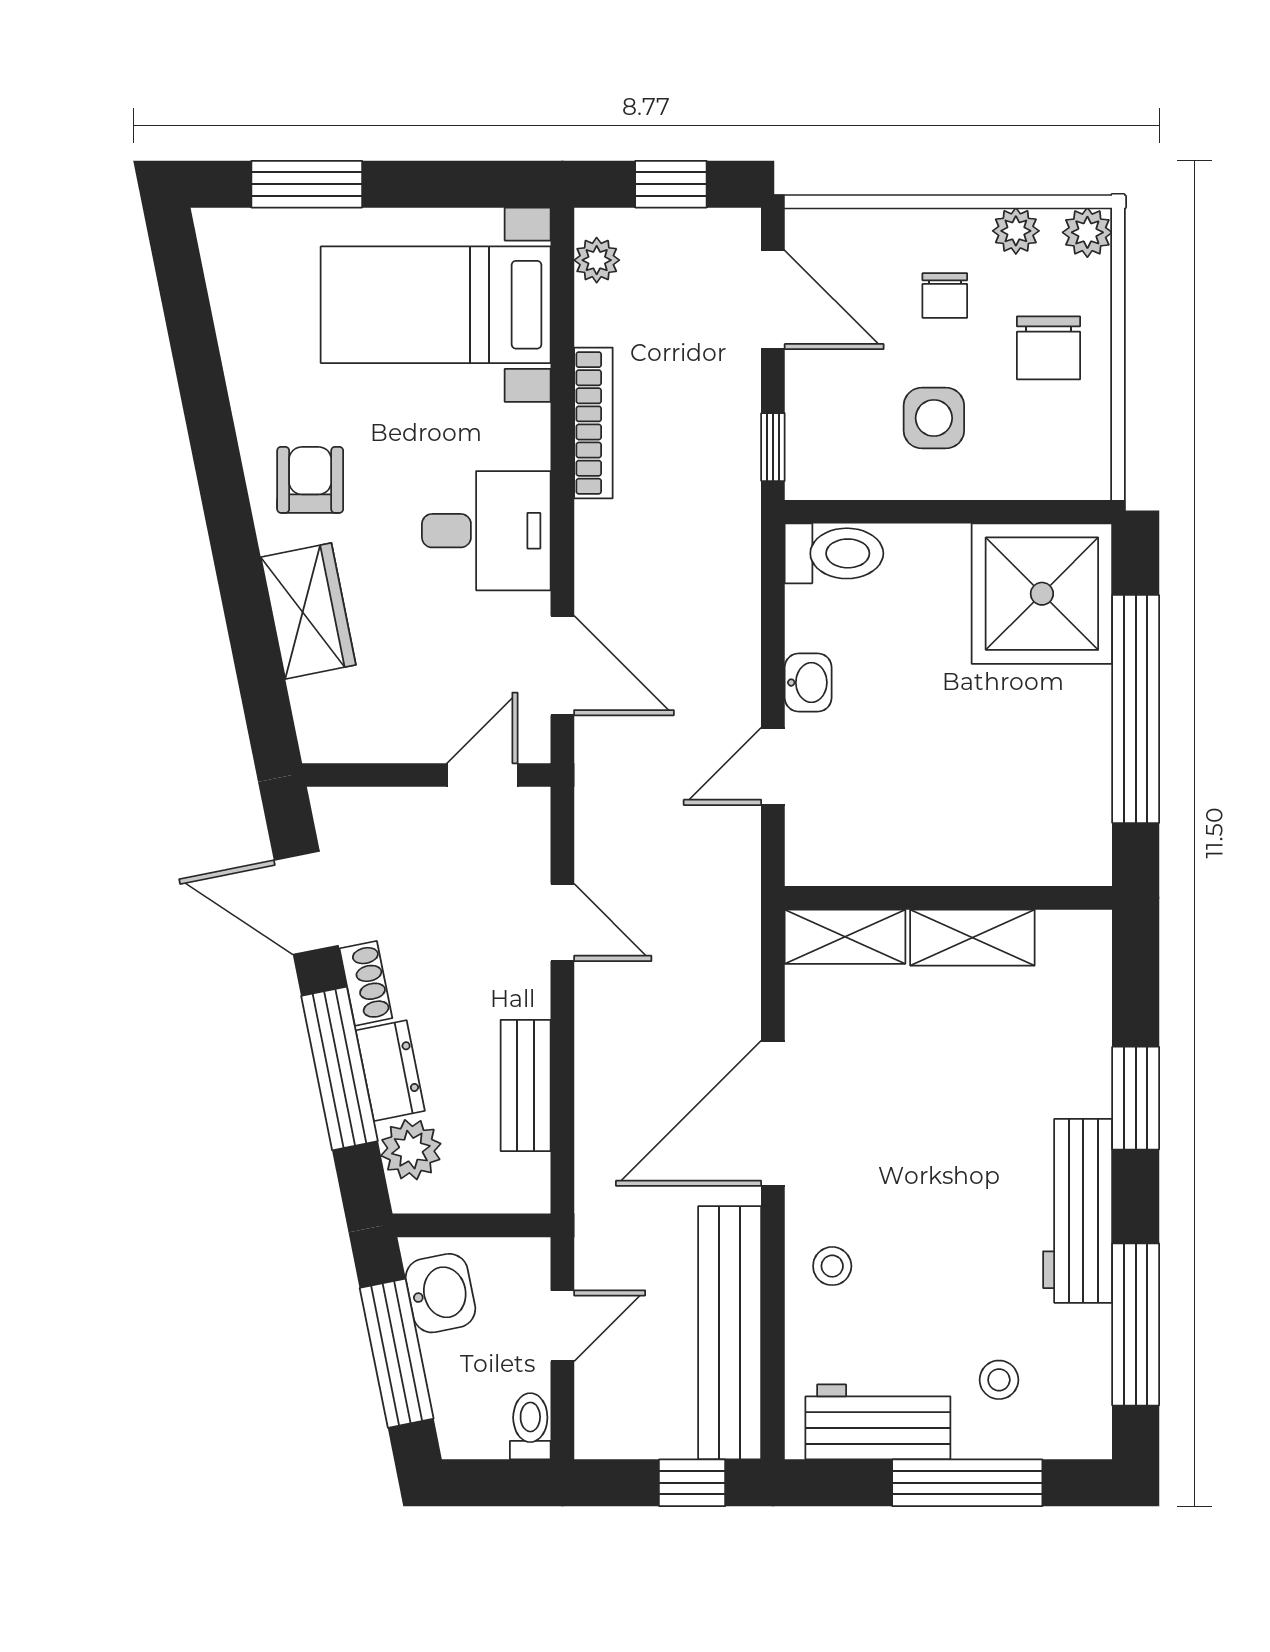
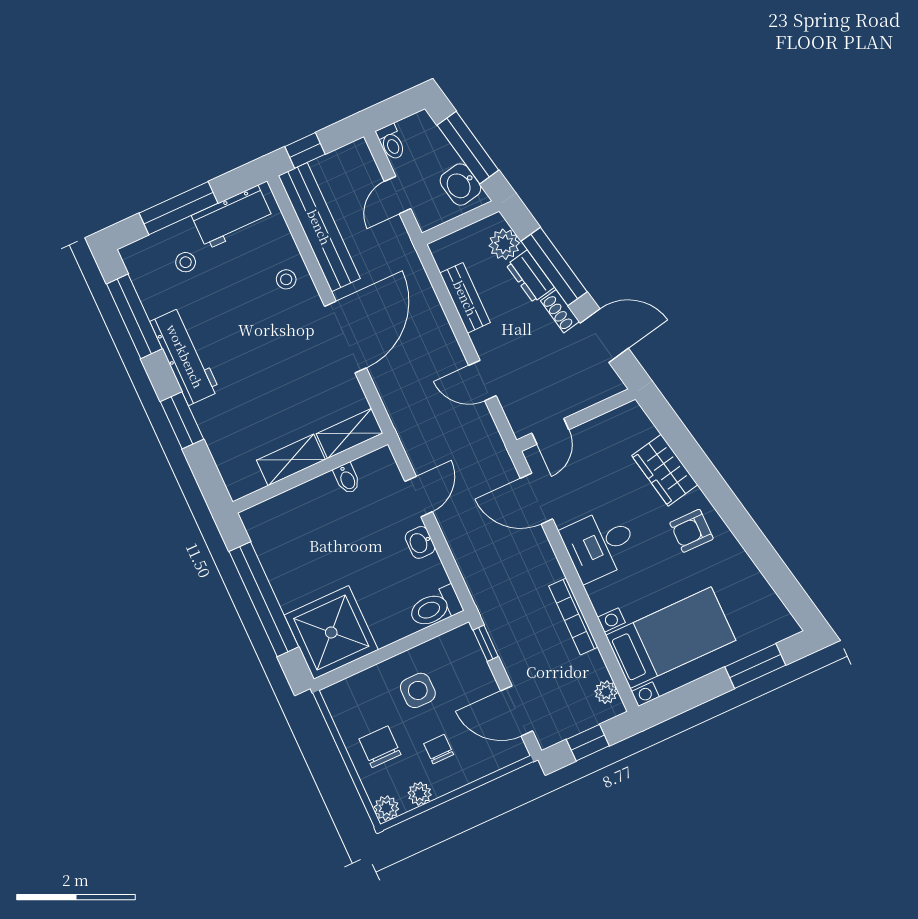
armchair: (310, 480) -> (691, 531), turned 90
bidet: (887, 858) -> (347, 478), added

